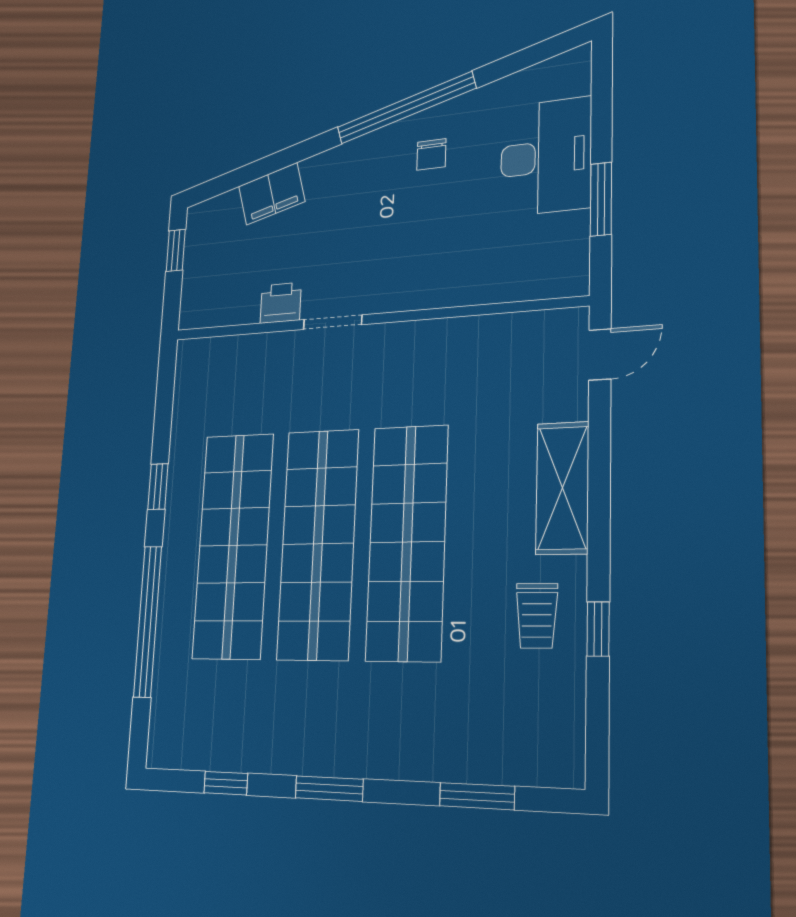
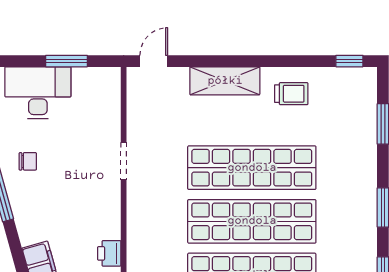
doorway: (333, 322) -> (124, 161), moved
door: (600, 354) -> (154, 61), hinge flipped
window: (598, 629) -> (349, 61), moved

